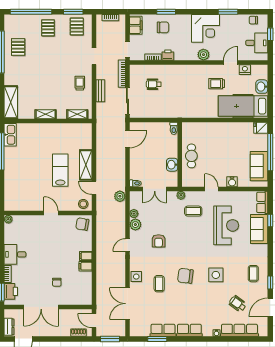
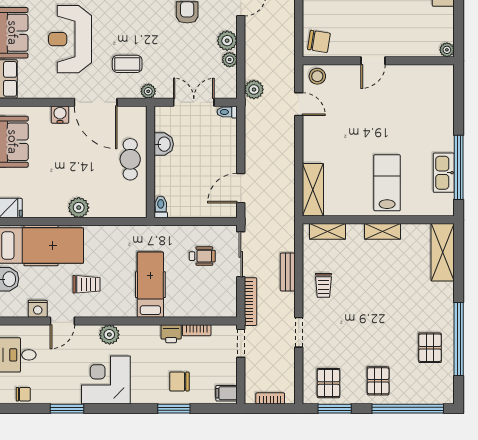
filing cabinet: (136, 25) -> (227, 393), width x0.50
hospital bed: (180, 83) -> (150, 285), added
wheelchair: (154, 84) -> (202, 256), moved
plant: (221, 128) -> (79, 208), added
kitchen sink: (10, 135) -> (444, 173), moved
shelving: (86, 165) -> (313, 190), moved
lab bench: (60, 170) -> (387, 183), moved, turned 180
door: (211, 189) -> (96, 102), width x1.88
door: (51, 213) -> (373, 61), hinge flipped

